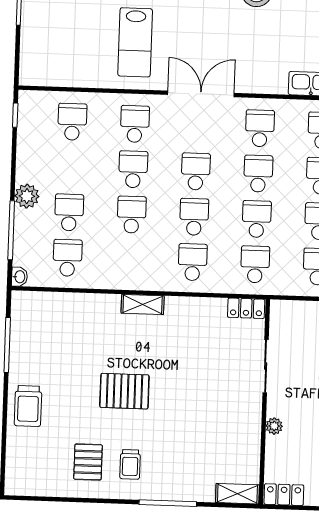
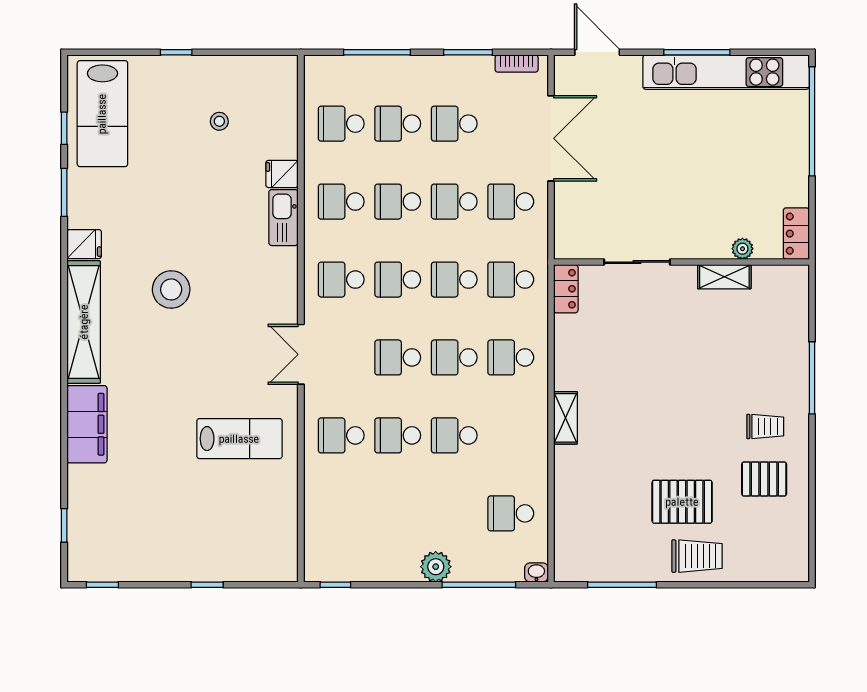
double door: (201, 94) -> (301, 354), width x0.73
school desk: (72, 122) -> (341, 513), removed
school desk: (69, 212) -> (454, 513), removed
pallet: (124, 391) -> (682, 502), moved, turned 90
plant: (274, 426) -> (742, 249), moved
shelving: (237, 494) -> (724, 277), moved, turned 90

